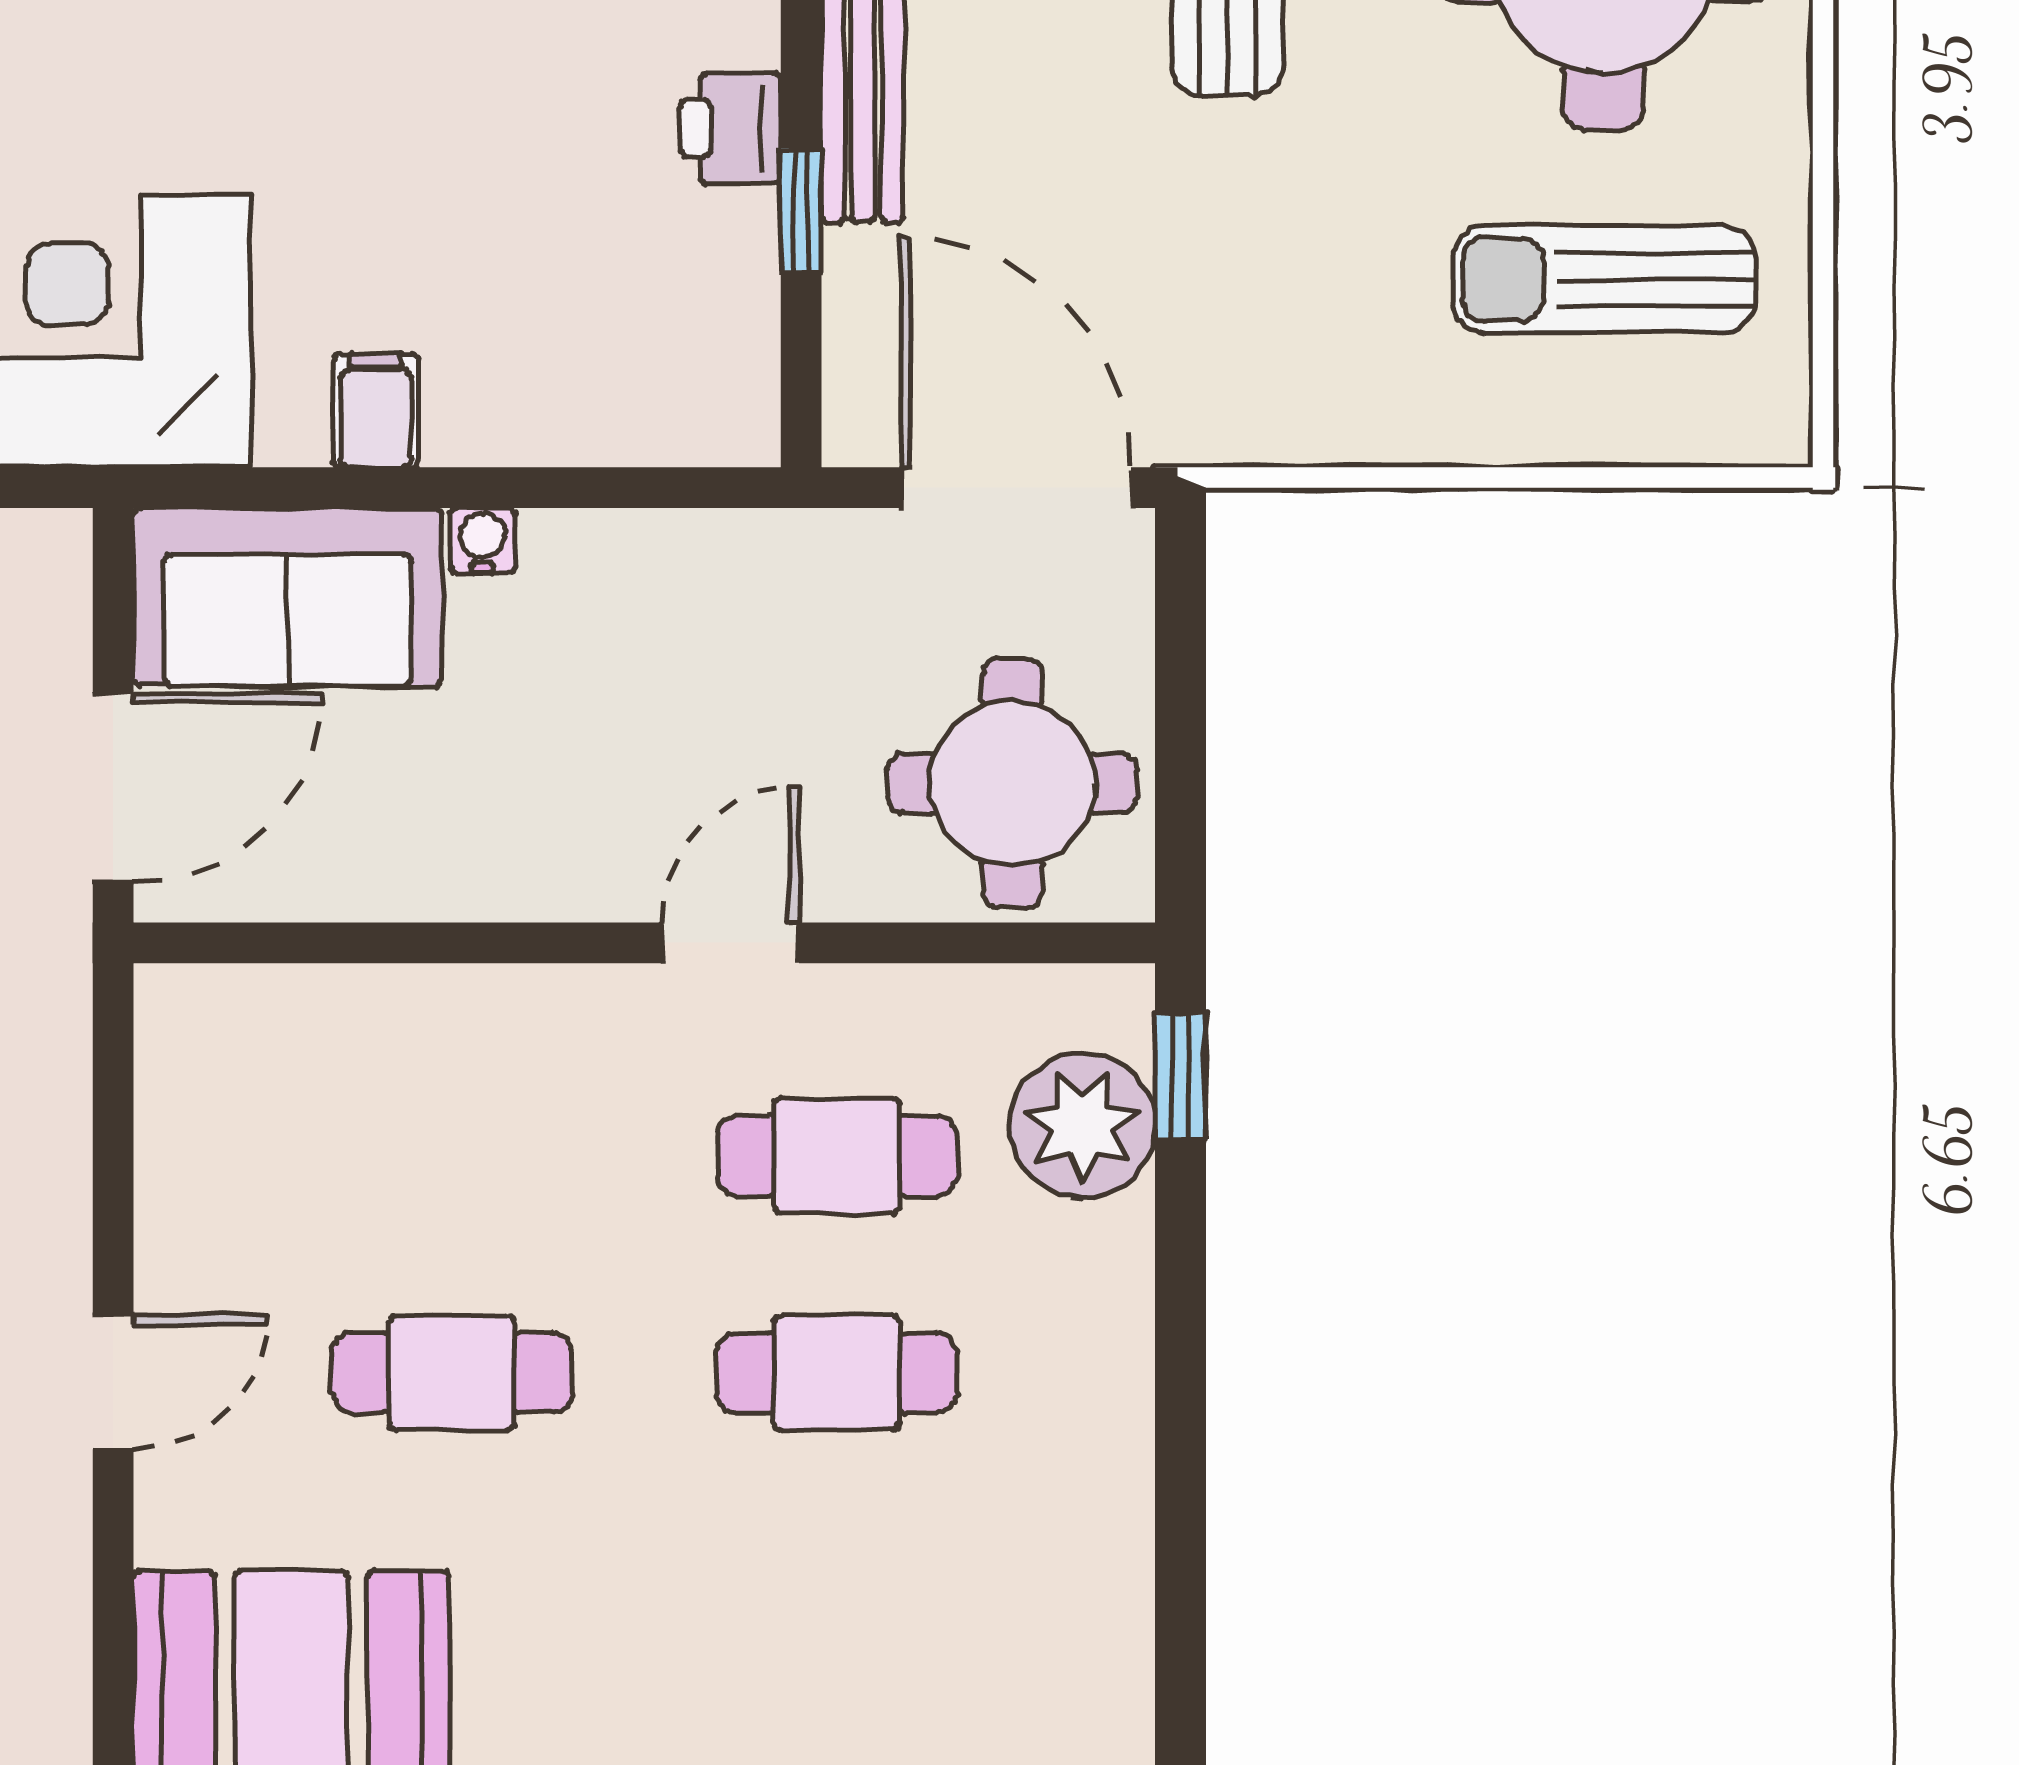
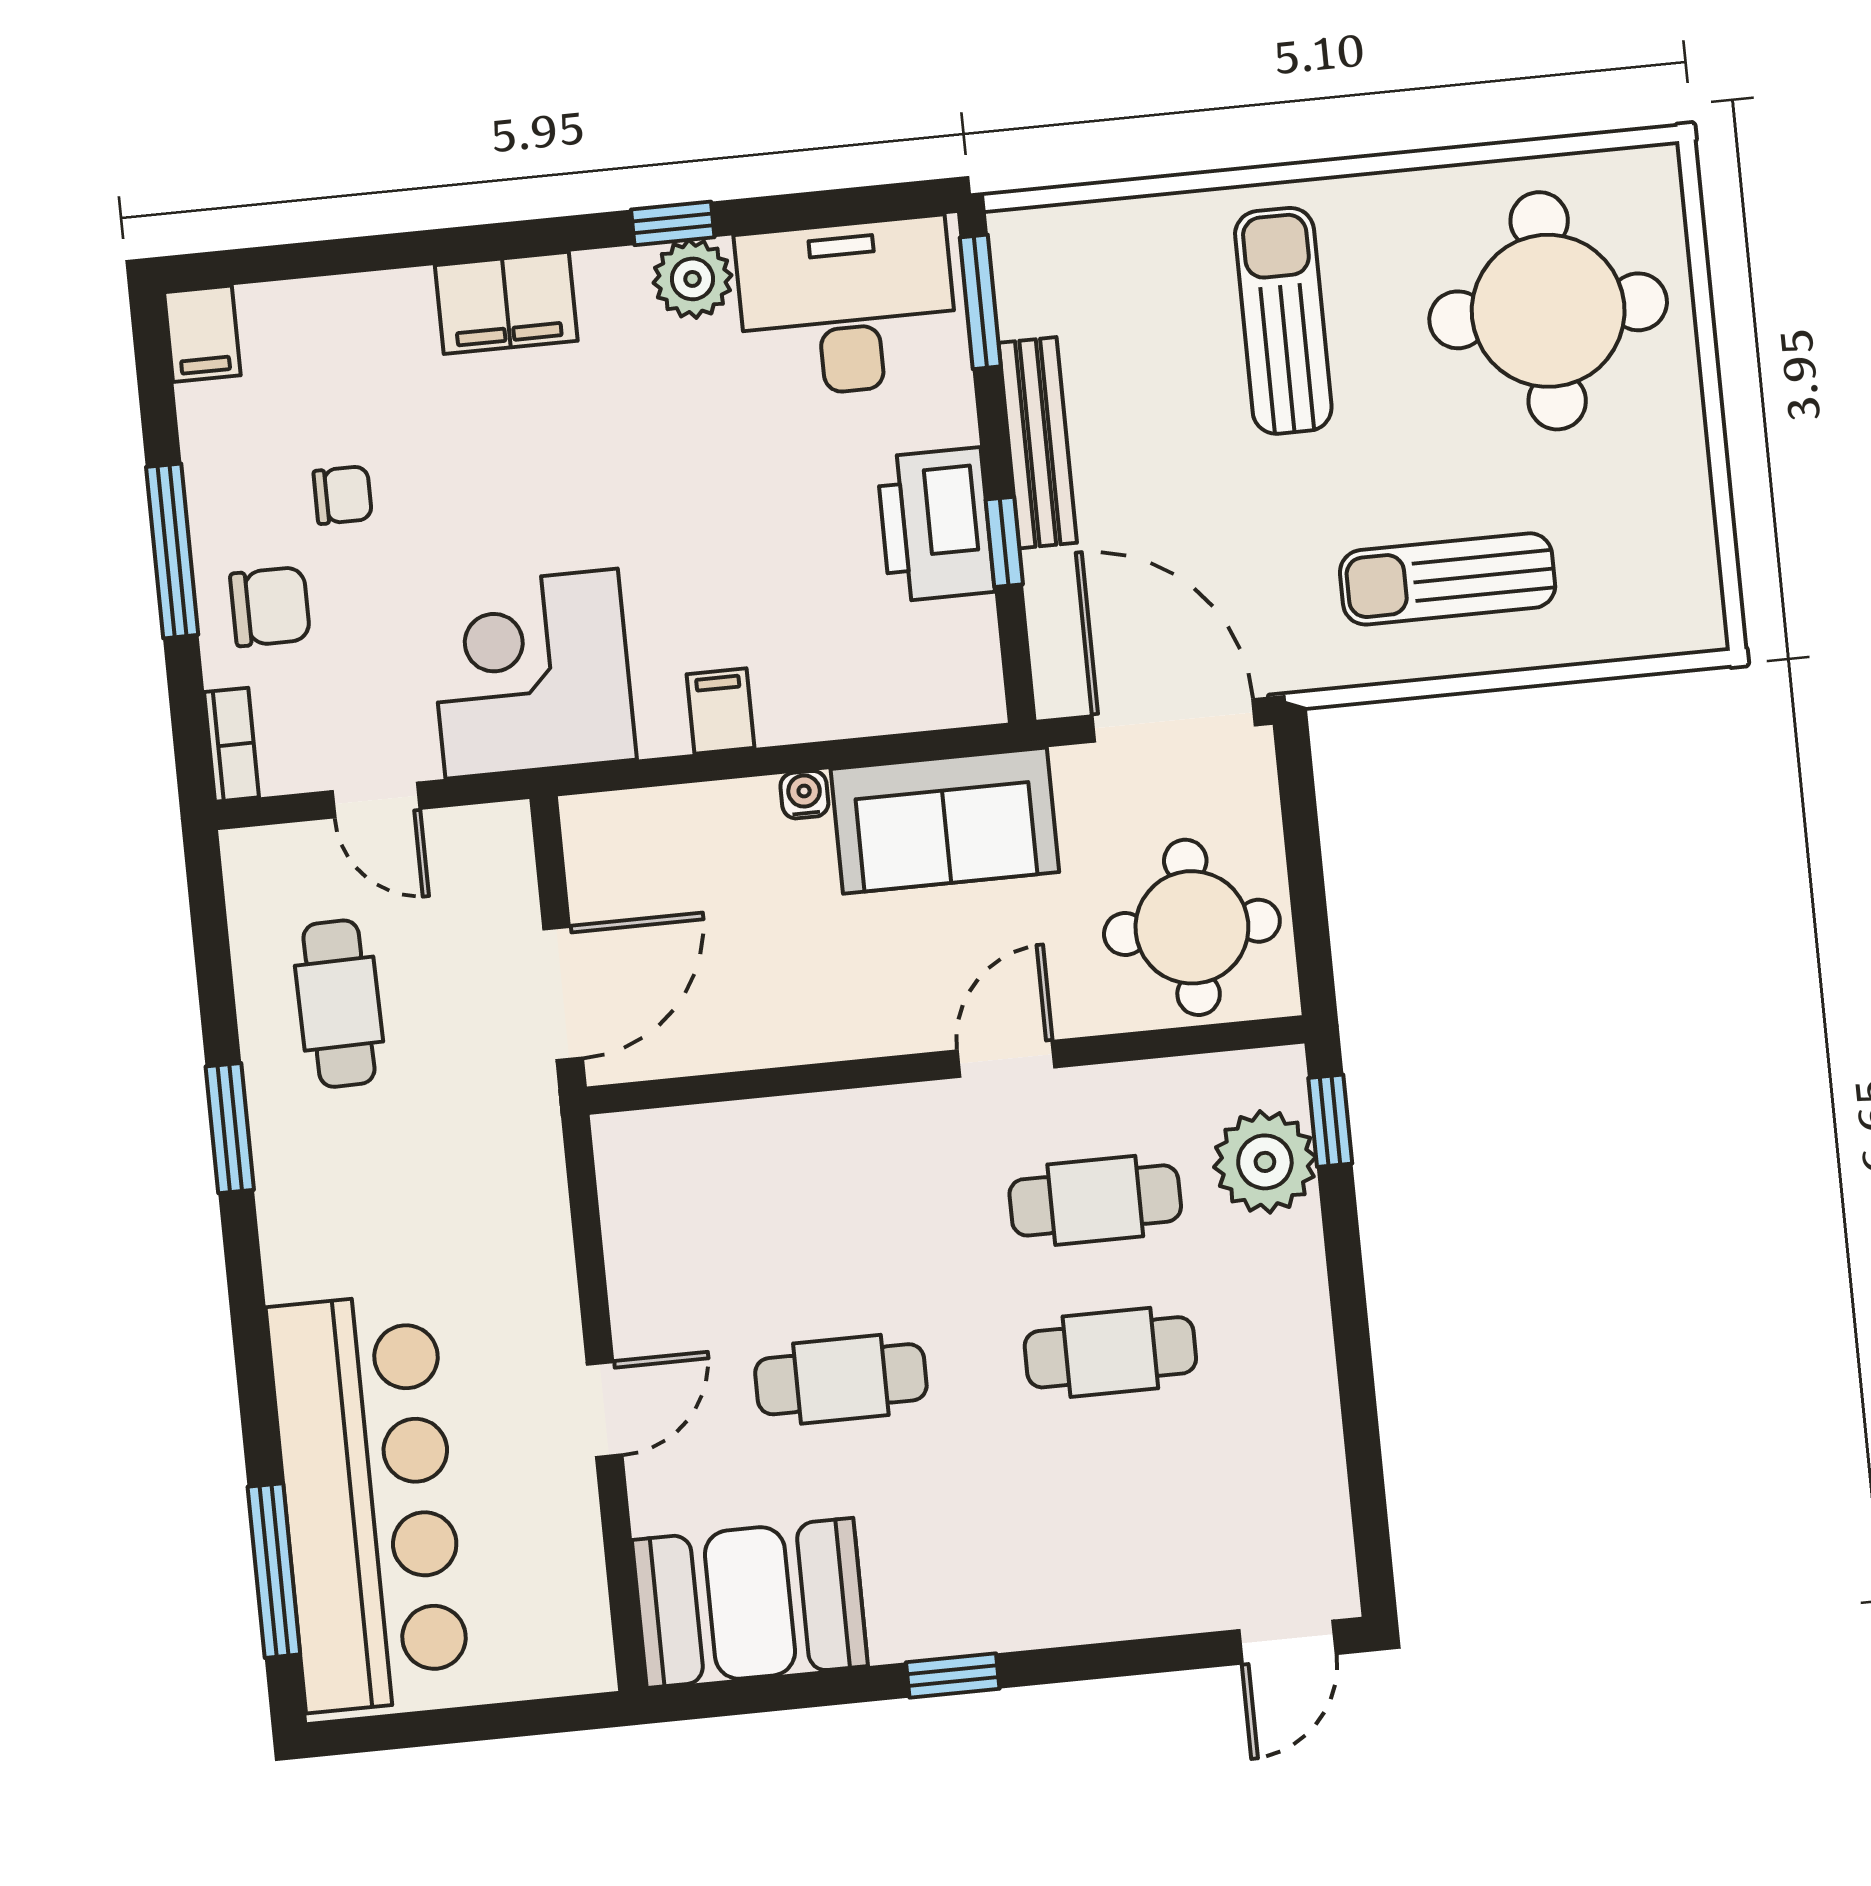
printer: (731, 128) -> (936, 525), width x1.87, depth x1.48
sun lounger: (1604, 279) -> (1448, 579), moved
sofa: (288, 597) -> (945, 821), moved

